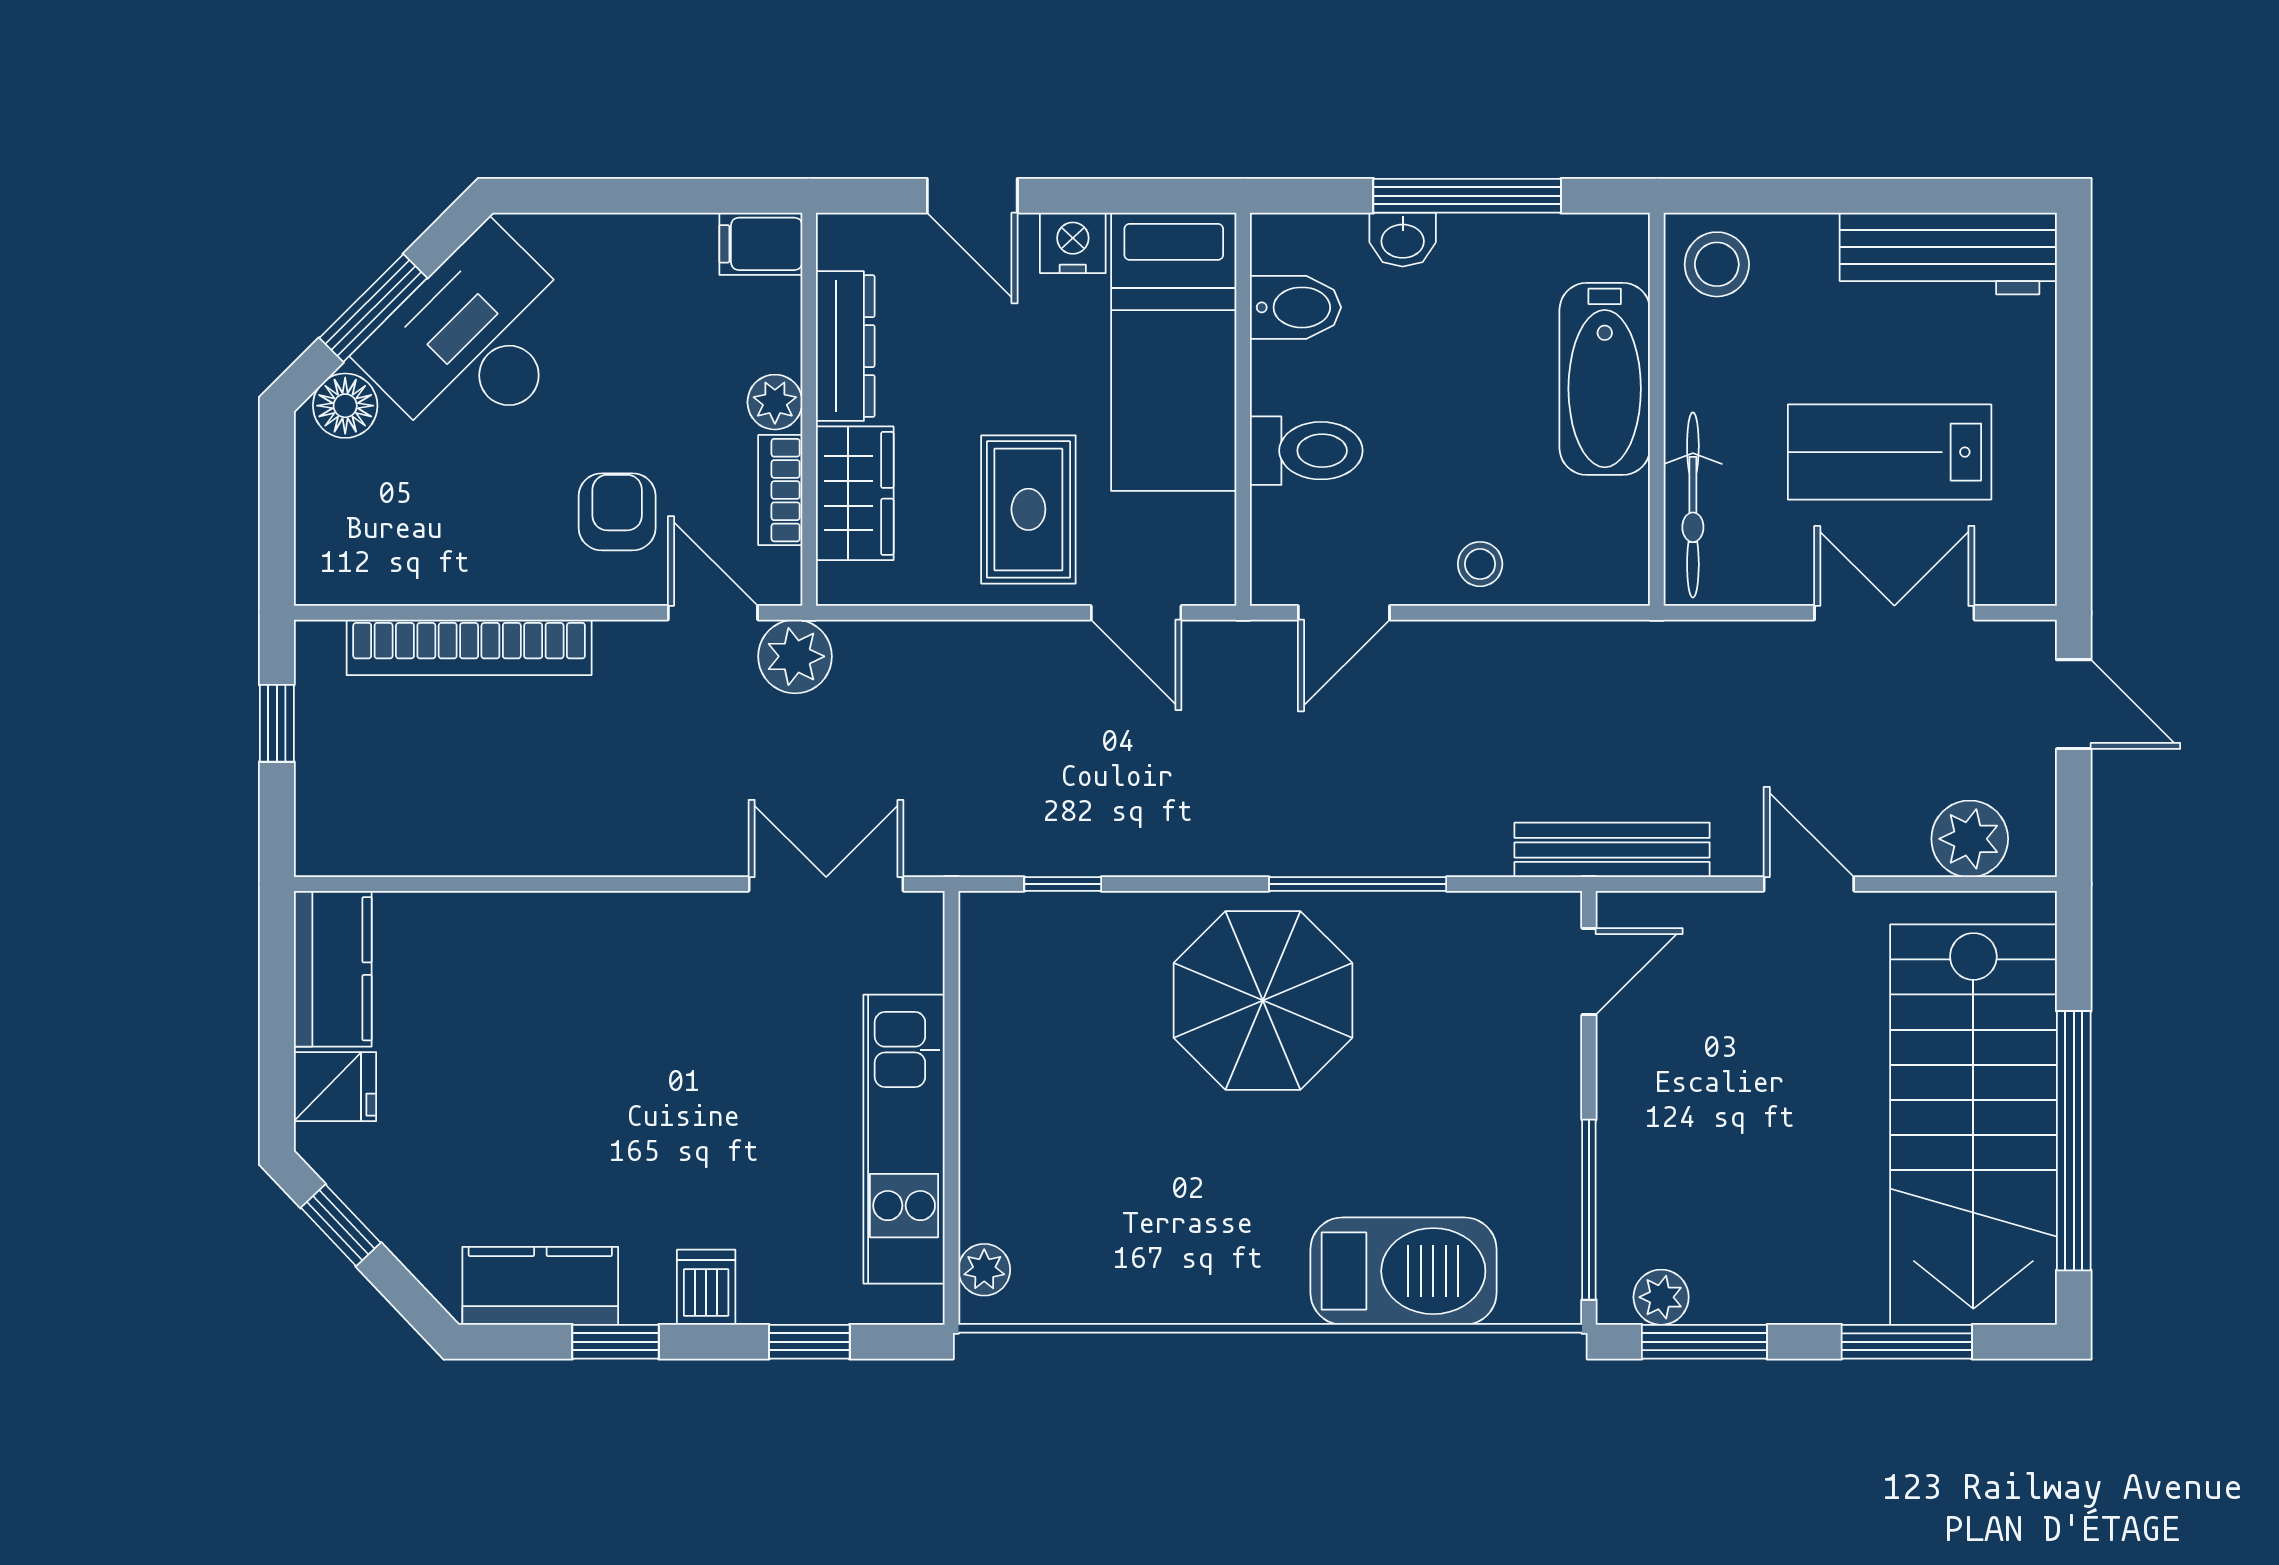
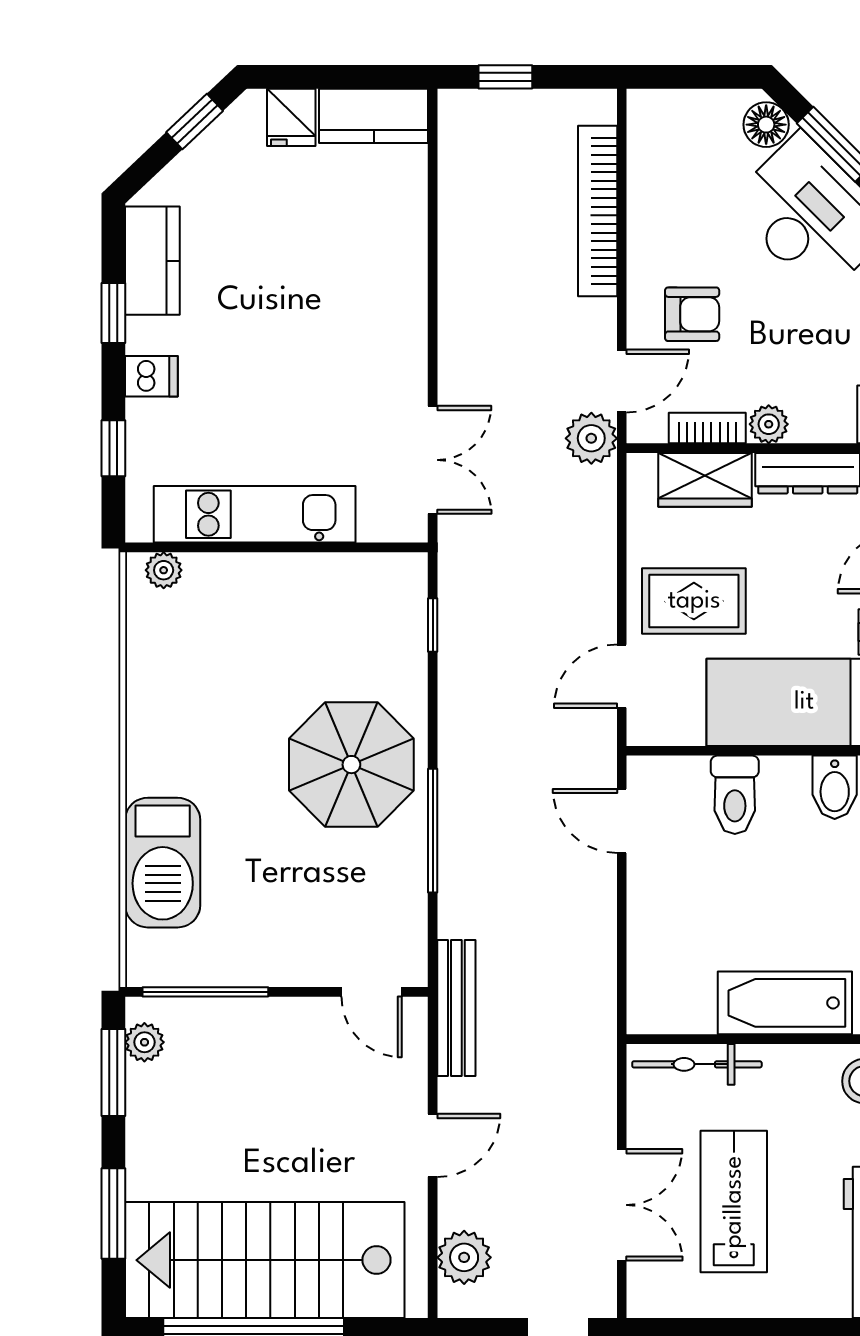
stool: (1480, 564) -> (656, 916), removed
window: (277, 723) -> (505, 77), moved

